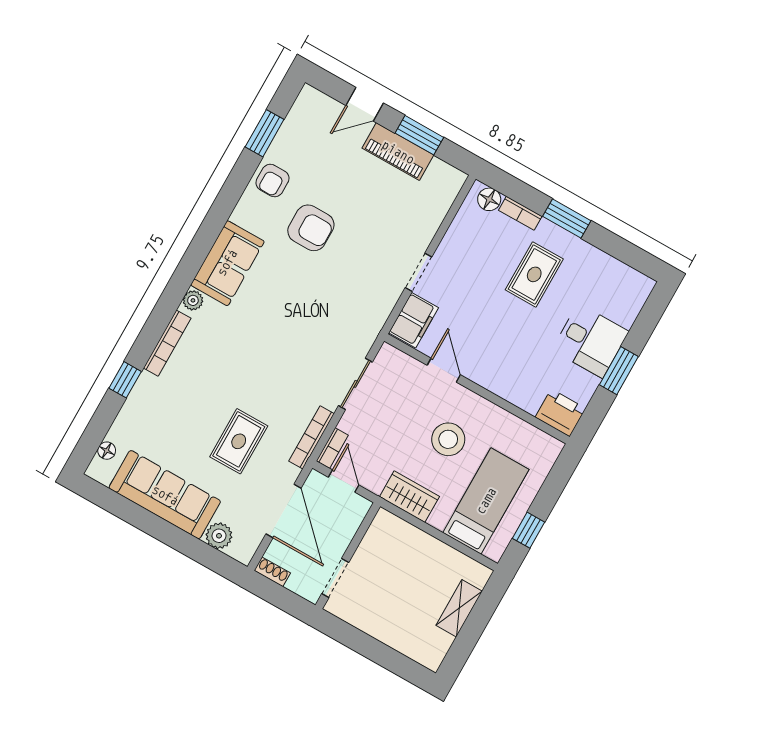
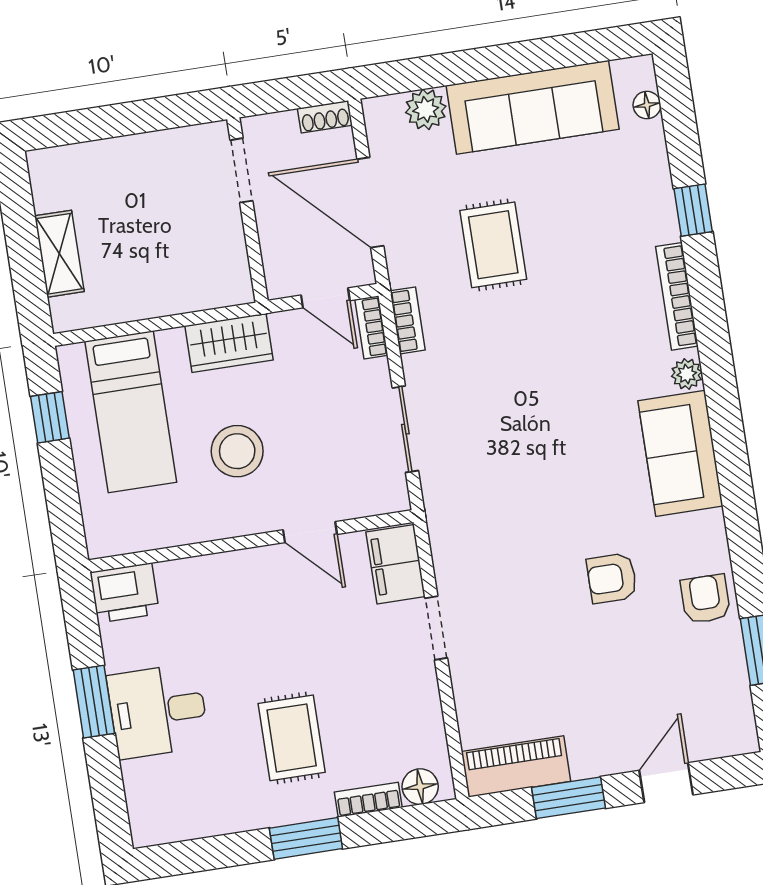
piano: (398, 152) -> (516, 766), moved
armchair: (311, 228) -> (612, 578), width x0.72, depth x0.72
bookcase: (311, 437) -> (407, 320), width x0.64

